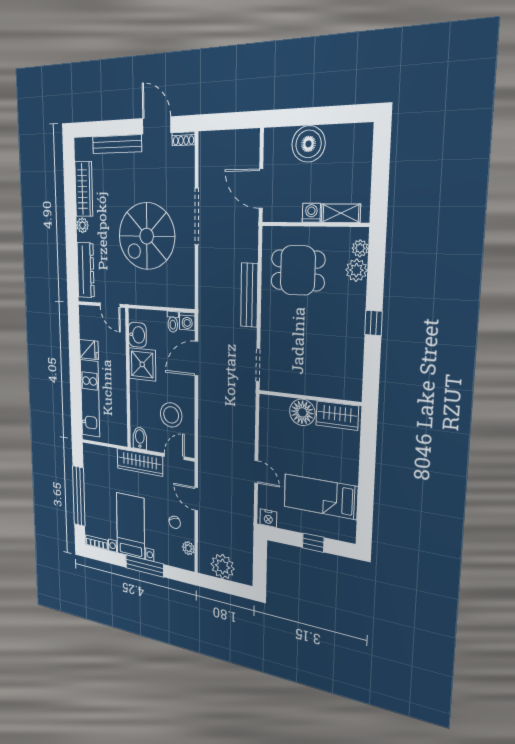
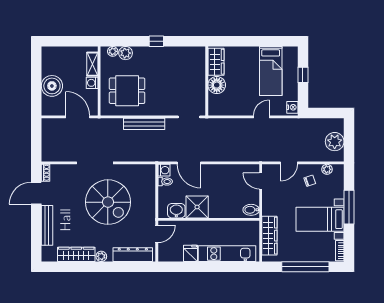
door: (261, 189) -> (78, 117), swing flipped
dining table: (298, 270) -> (127, 91), turned 90
stool: (171, 415) -> (231, 183), removed
wardrobe: (140, 462) -> (269, 236), moved

